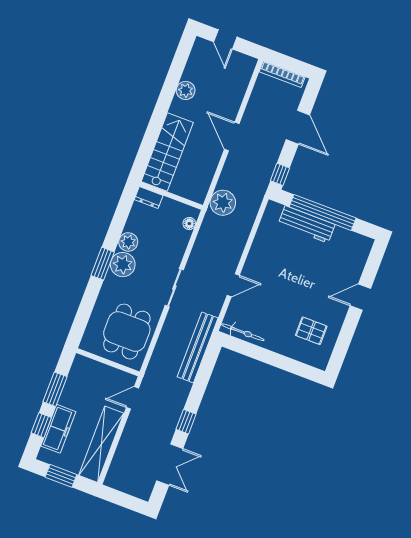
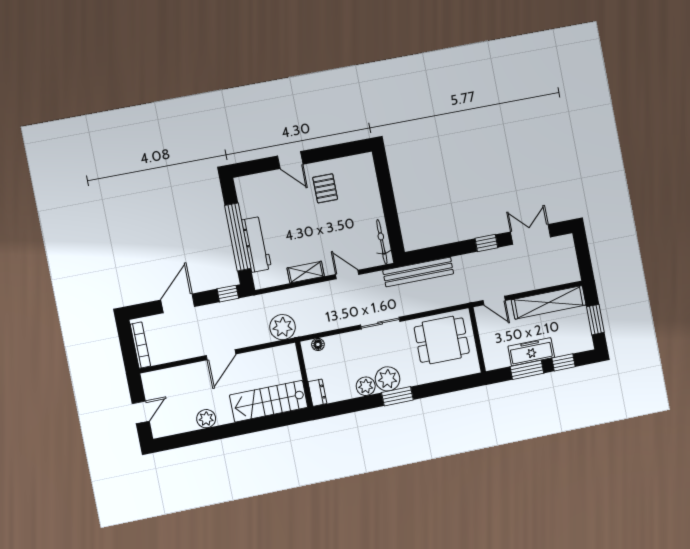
shelving: (257, 251) -> (306, 272), added
pallet: (311, 331) -> (325, 188), moved
freezer: (58, 429) -> (531, 352), moved

